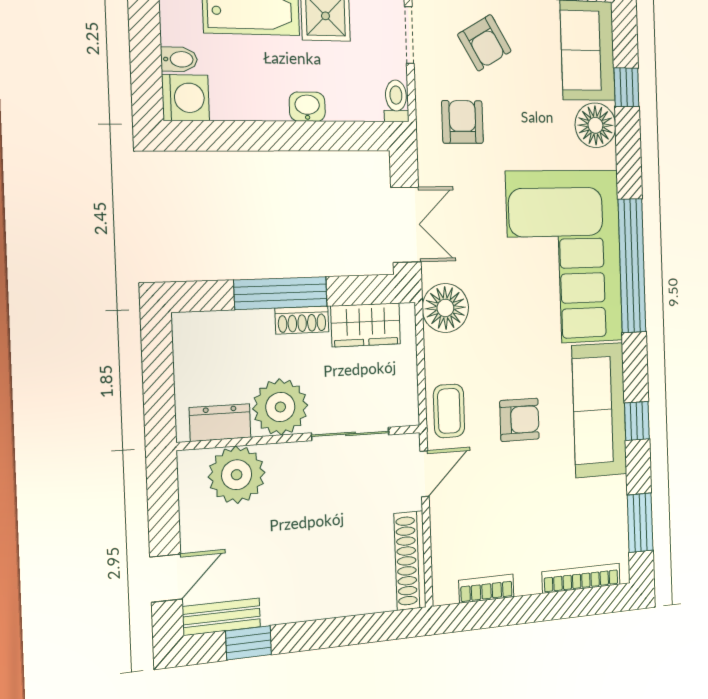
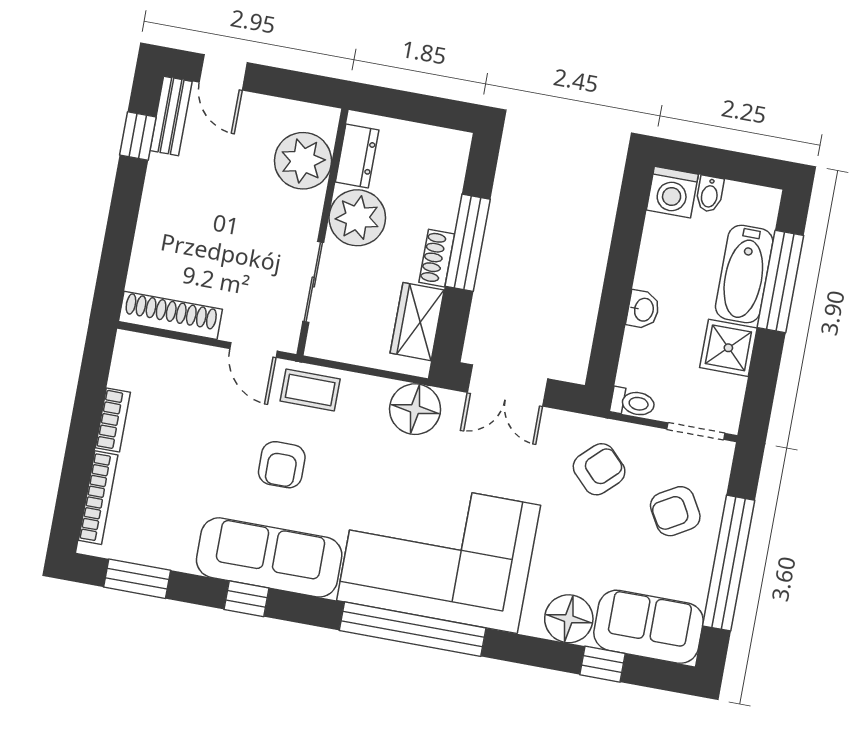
armchair: (462, 122) -> (599, 469), turned -44
bookcase: (486, 589) -> (113, 420), moved

